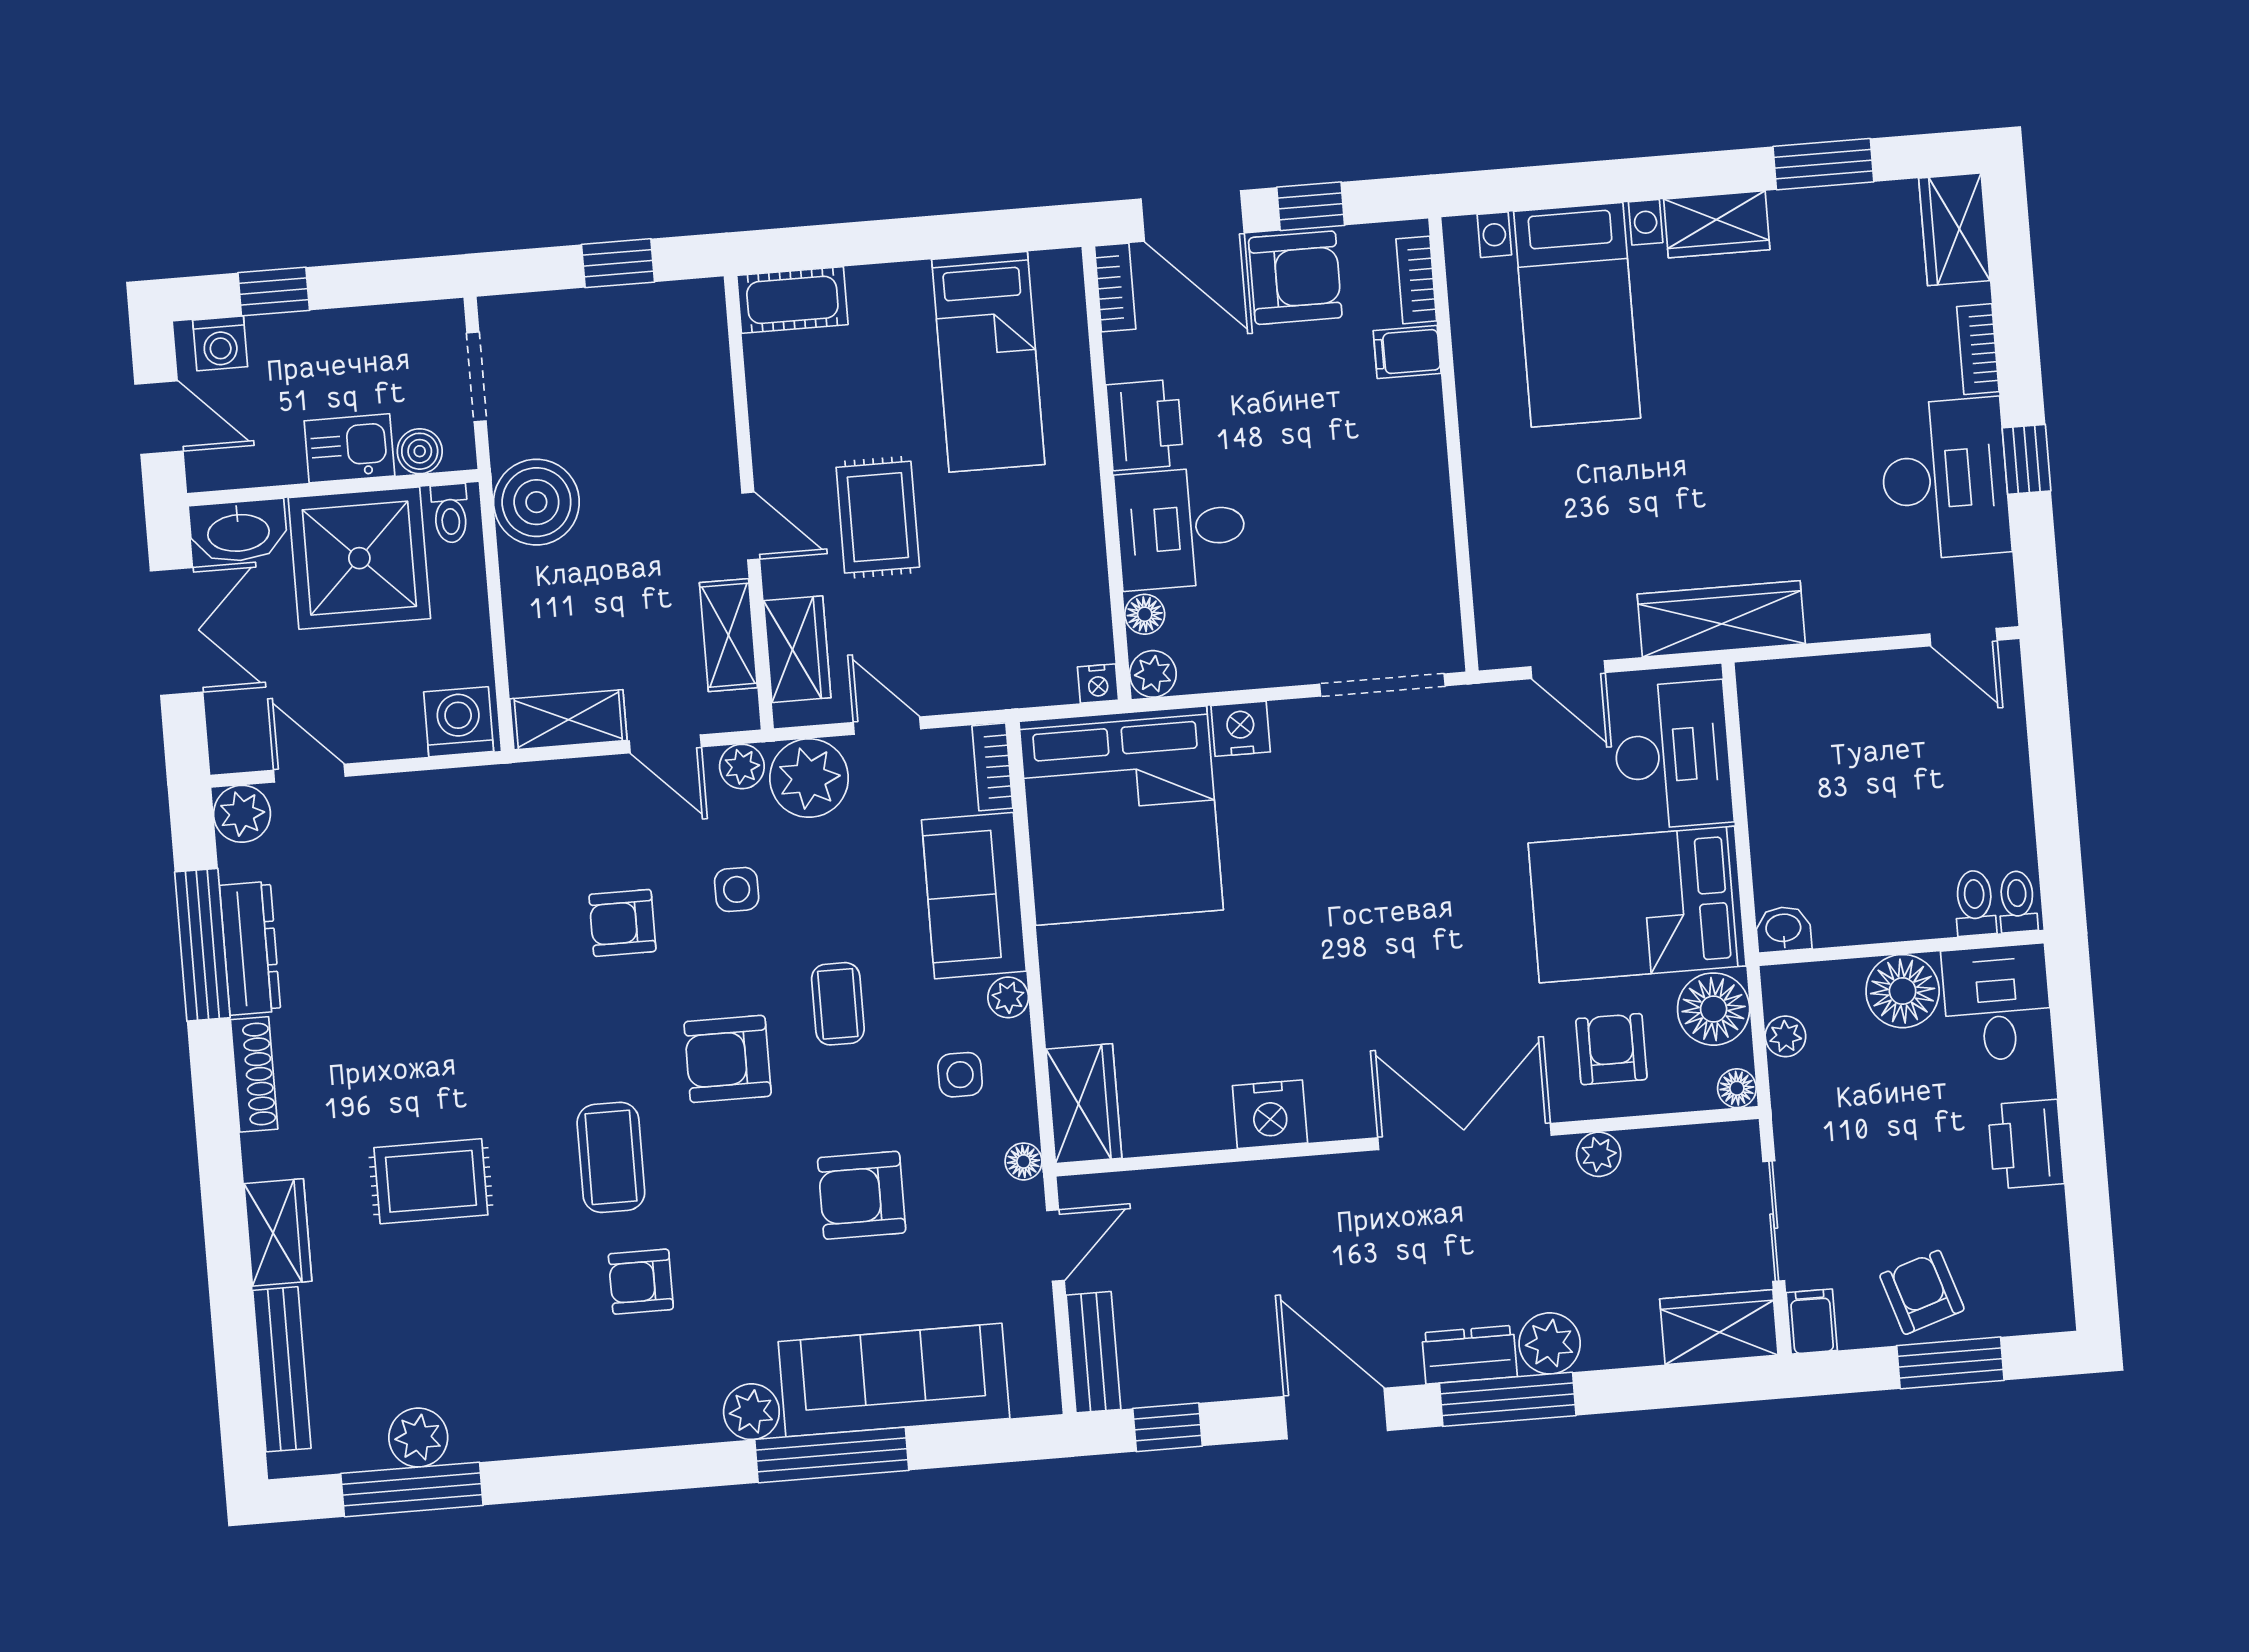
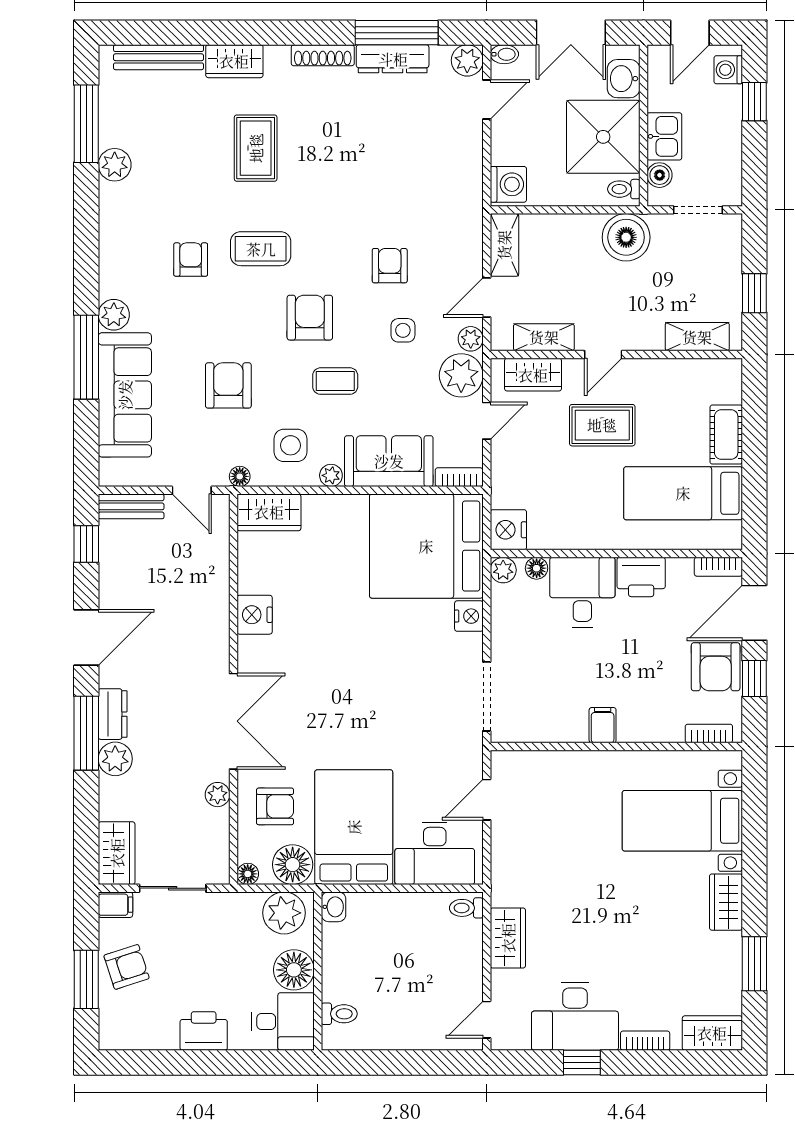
cot: (792, 300) -> (726, 435), moved
filing cabinet: (1407, 352) -> (603, 725), moved
shelving: (705, 359) -> (697, 337), added
washbasin: (238, 531) -> (624, 79), width x0.72
wardrobe: (1721, 619) -> (508, 938), moved, width x0.67
nightstand: (1098, 684) -> (508, 530), width x1.89, depth x1.79
bidet: (225, 748) -> (504, 54), added
toilet: (2018, 901) -> (466, 908), moved, turned 180
plant: (1785, 1036) -> (284, 913), width x1.87, depth x1.87
side table: (960, 1075) -> (291, 445), width x1.37, depth x1.37
plant: (418, 1438) -> (115, 165), moved

